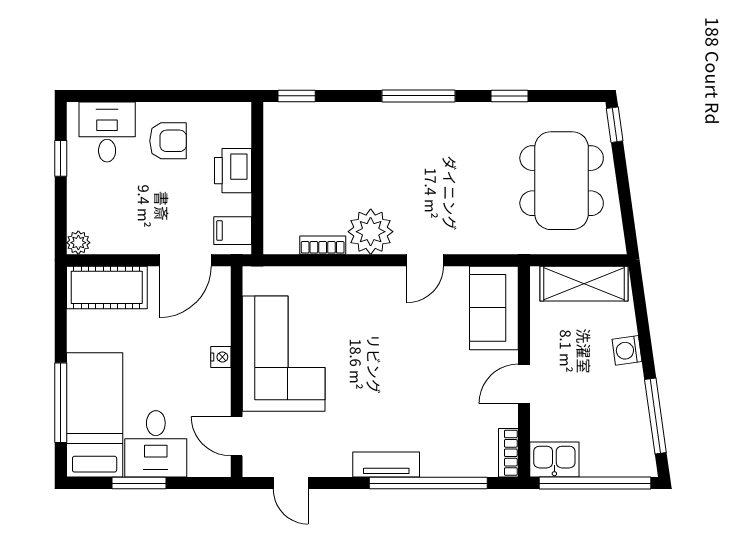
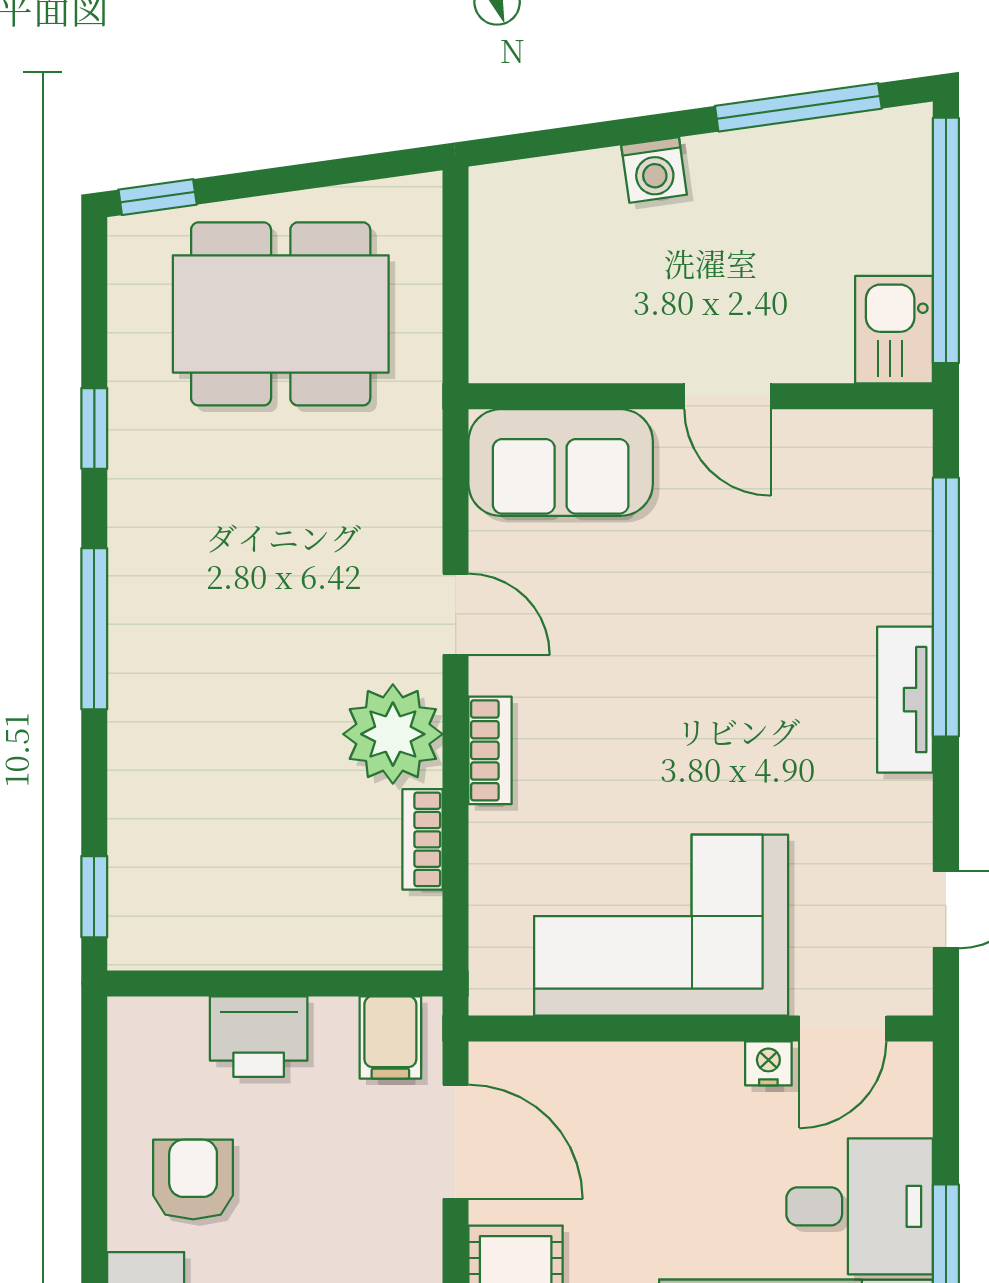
shelving: (584, 284) -> (507, 265), removed
nightstand: (221, 357) -> (768, 1063), moved
bookcase: (508, 453) -> (490, 750), moved, turned -90

